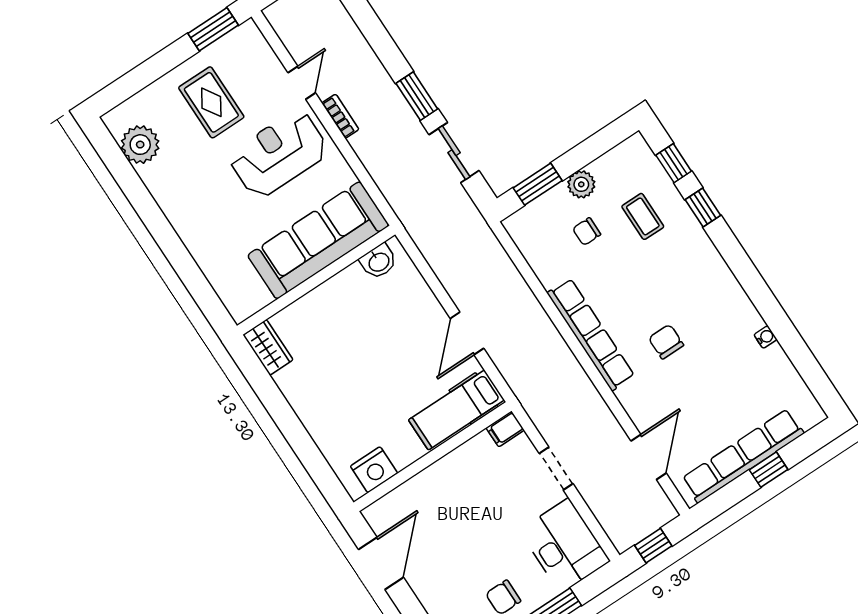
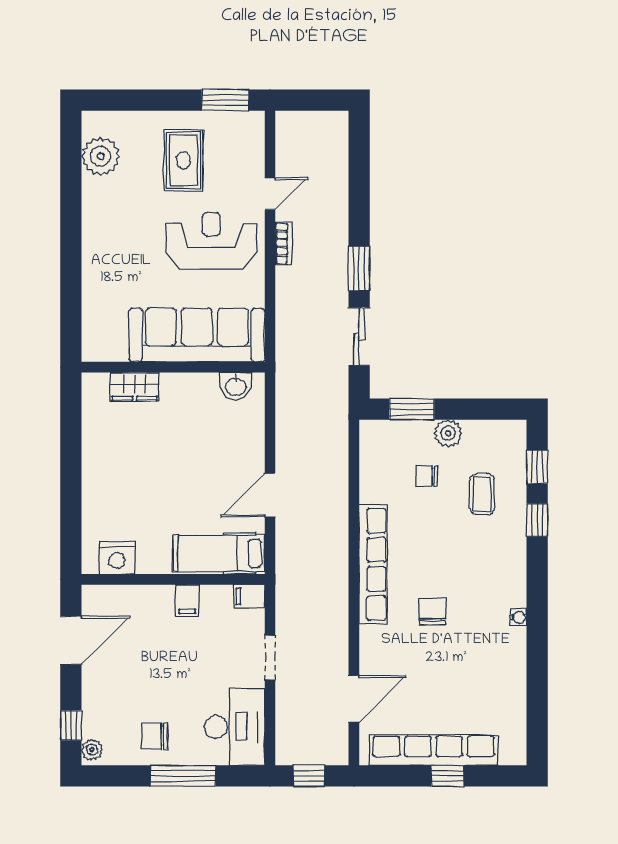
water cooler: (766, 337) -> (518, 617), moved
wardrobe: (268, 347) -> (135, 387), moved, turned 90
filing cabinet: (456, 466) -> (187, 600), added

